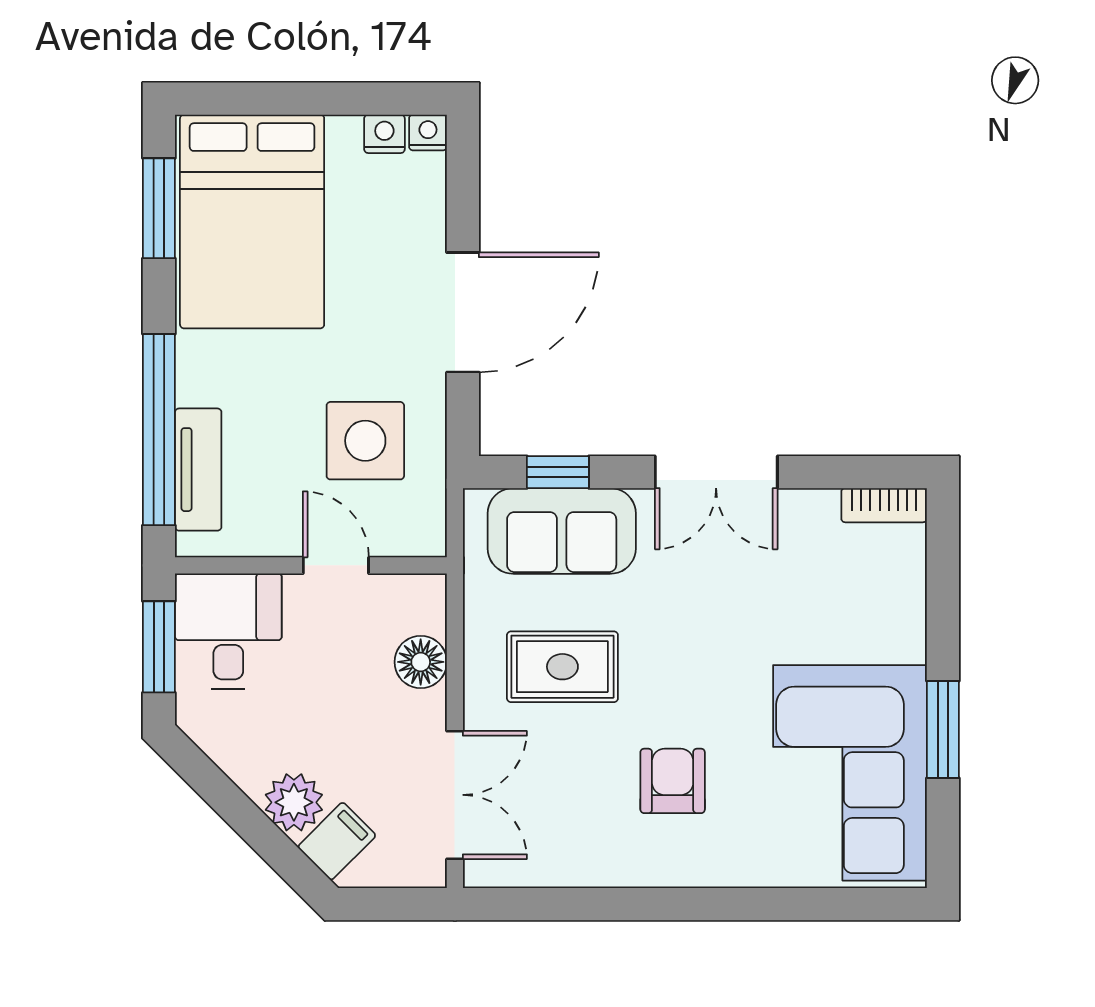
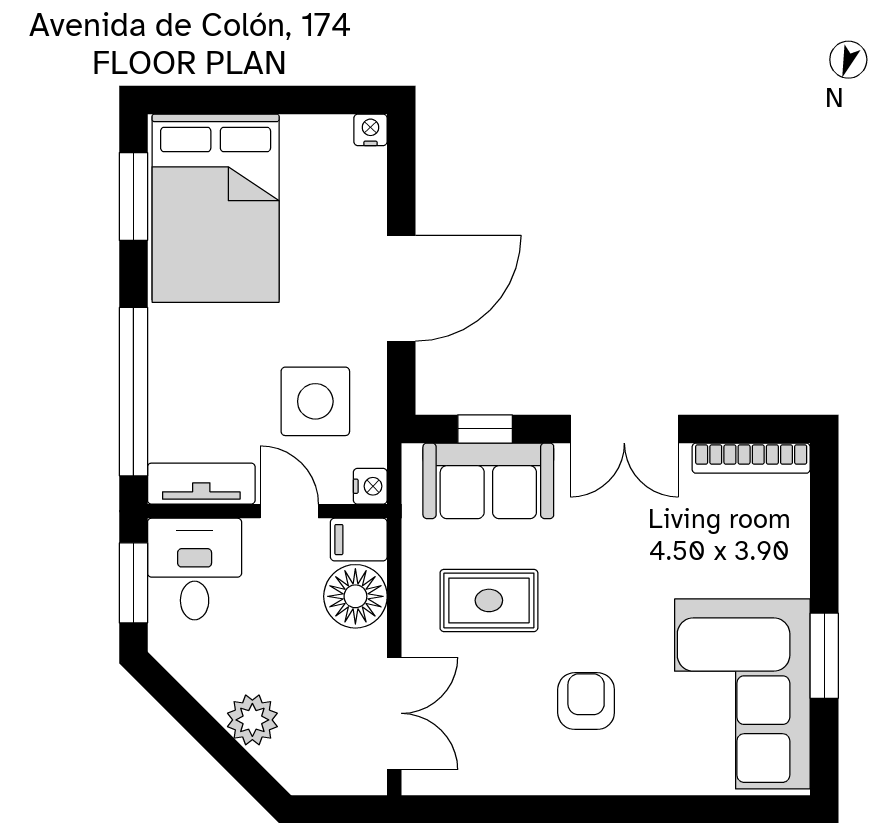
nightstand: (384, 134) -> (370, 486), moved, turned 90
tv unit: (198, 470) -> (201, 484), moved, turned -90
bookcase: (884, 505) -> (751, 458), width x1.56
floor lamp: (421, 662) -> (355, 596), width x1.38, depth x1.38
filing cabinet: (337, 841) -> (359, 540), moved, turned -135

